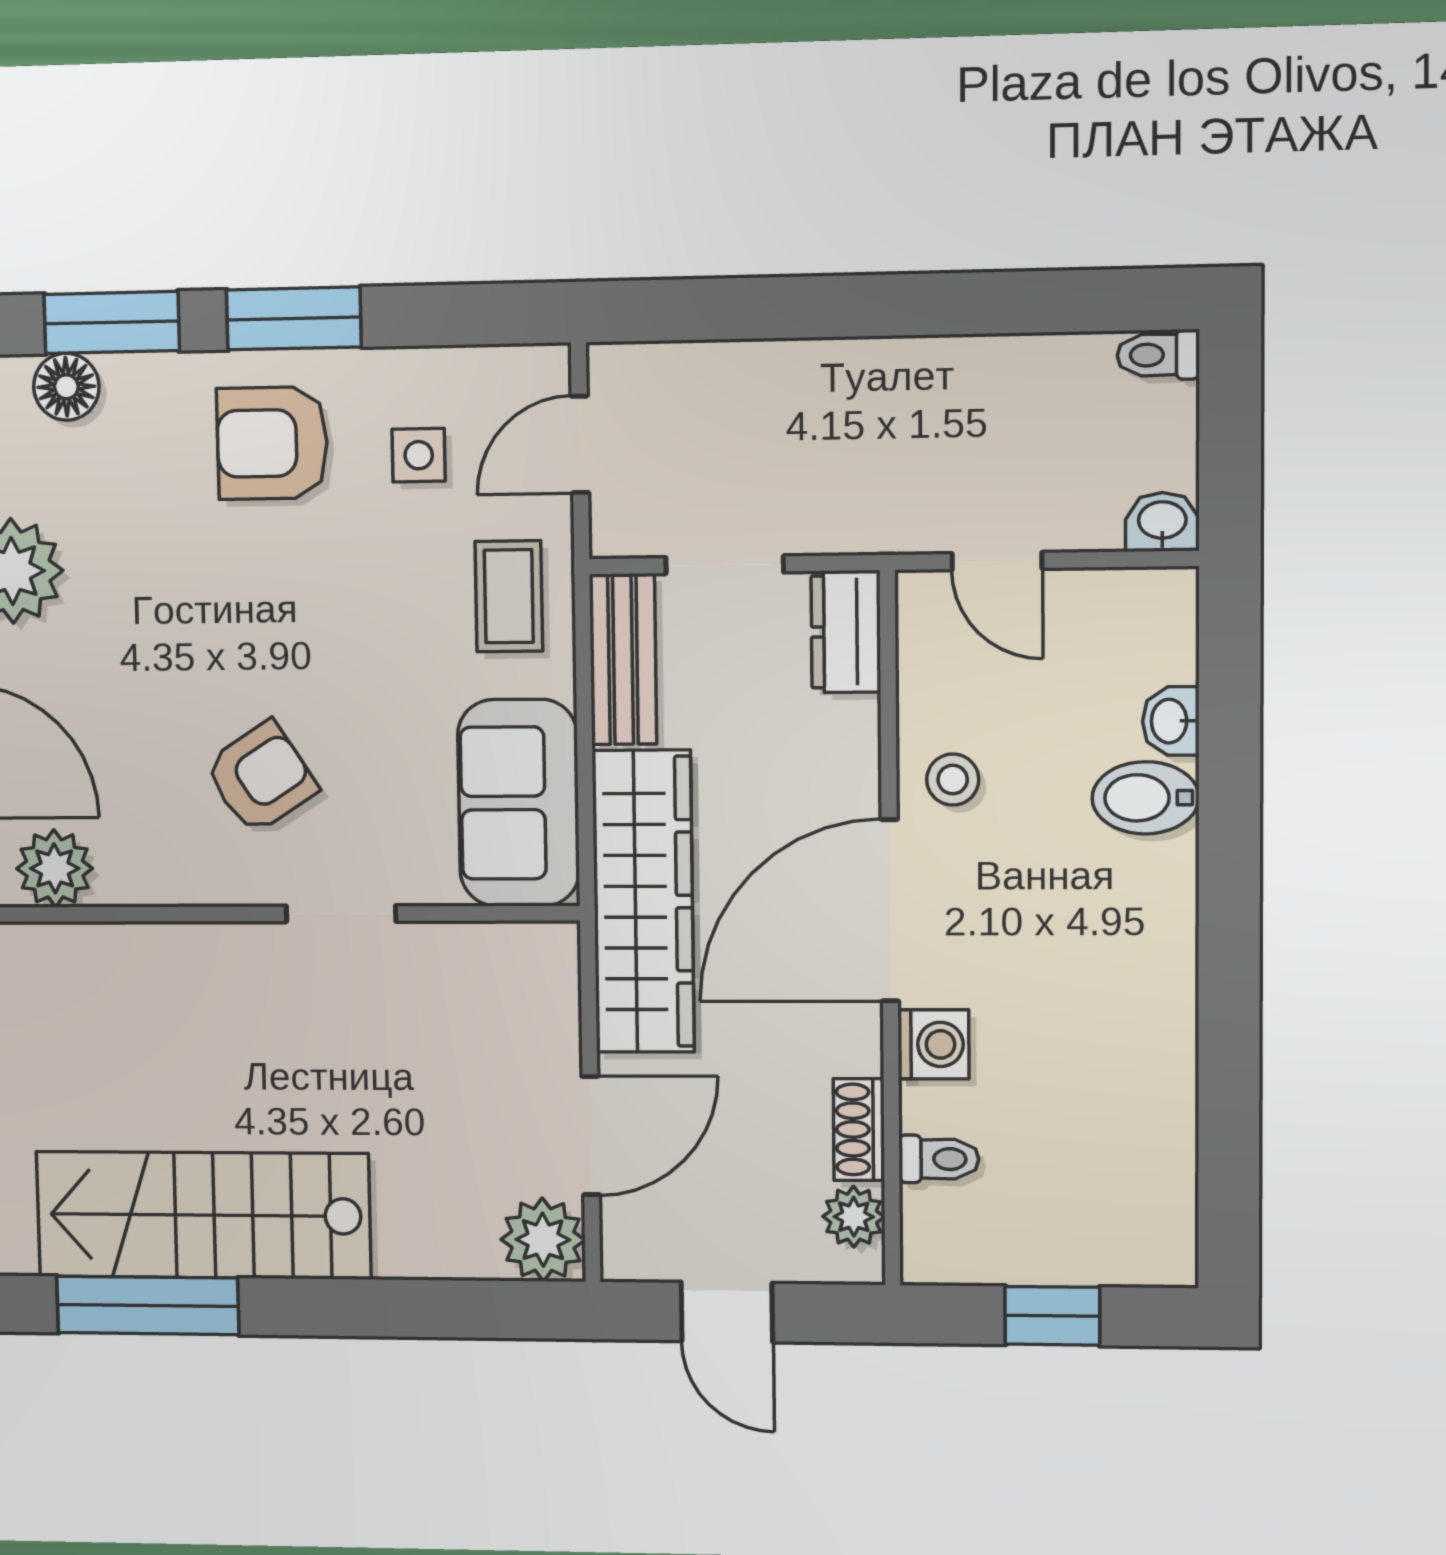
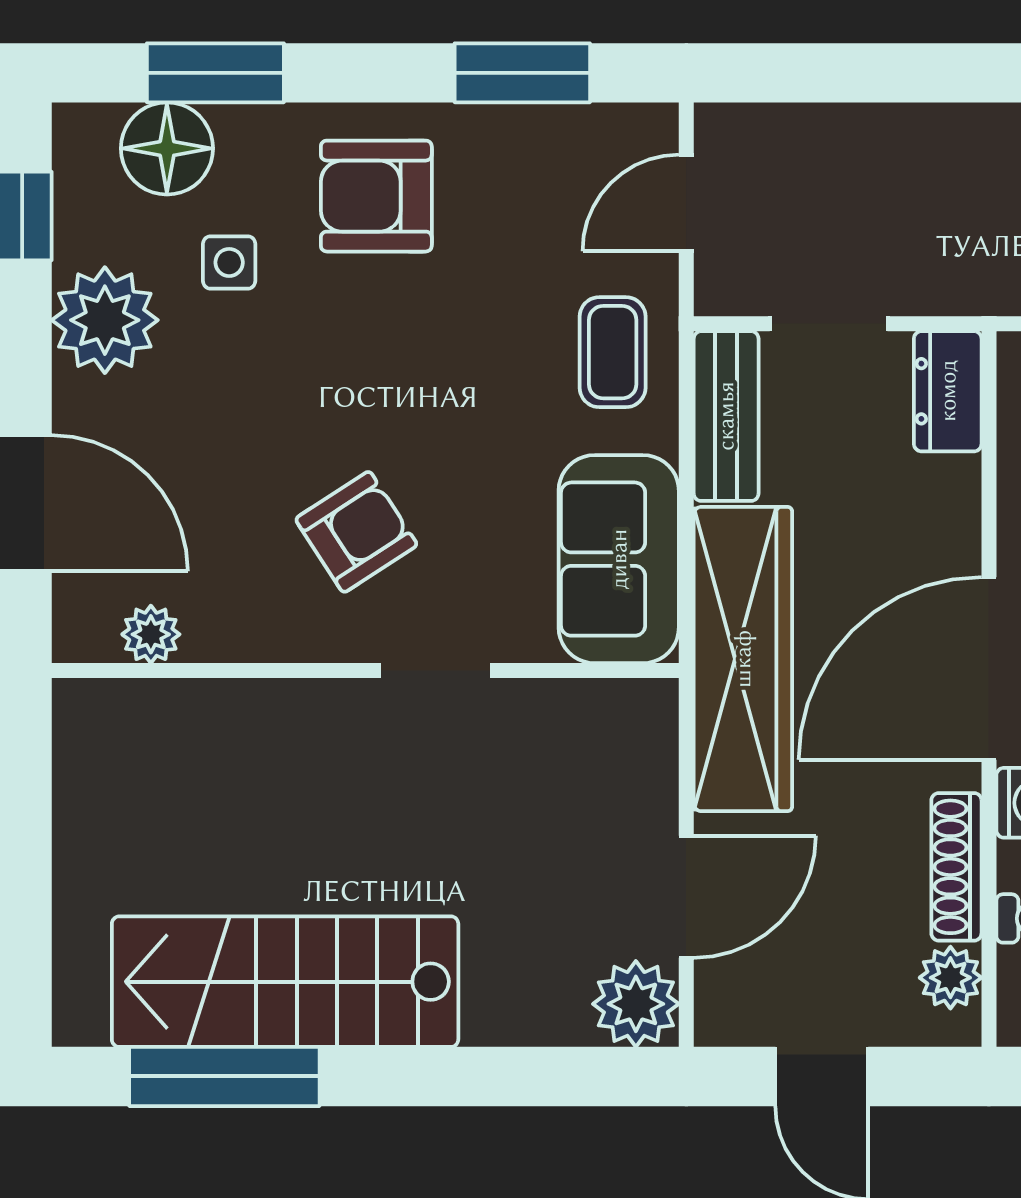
window: (294, 318) -> (522, 73), moved
floor lamp: (66, 387) -> (167, 148), width x1.38, depth x1.38
side table: (419, 455) -> (229, 262), moved
plant: (55, 868) -> (151, 634), width x0.73, depth x0.73
shoe rack: (859, 1129) -> (956, 867), width x1.43

